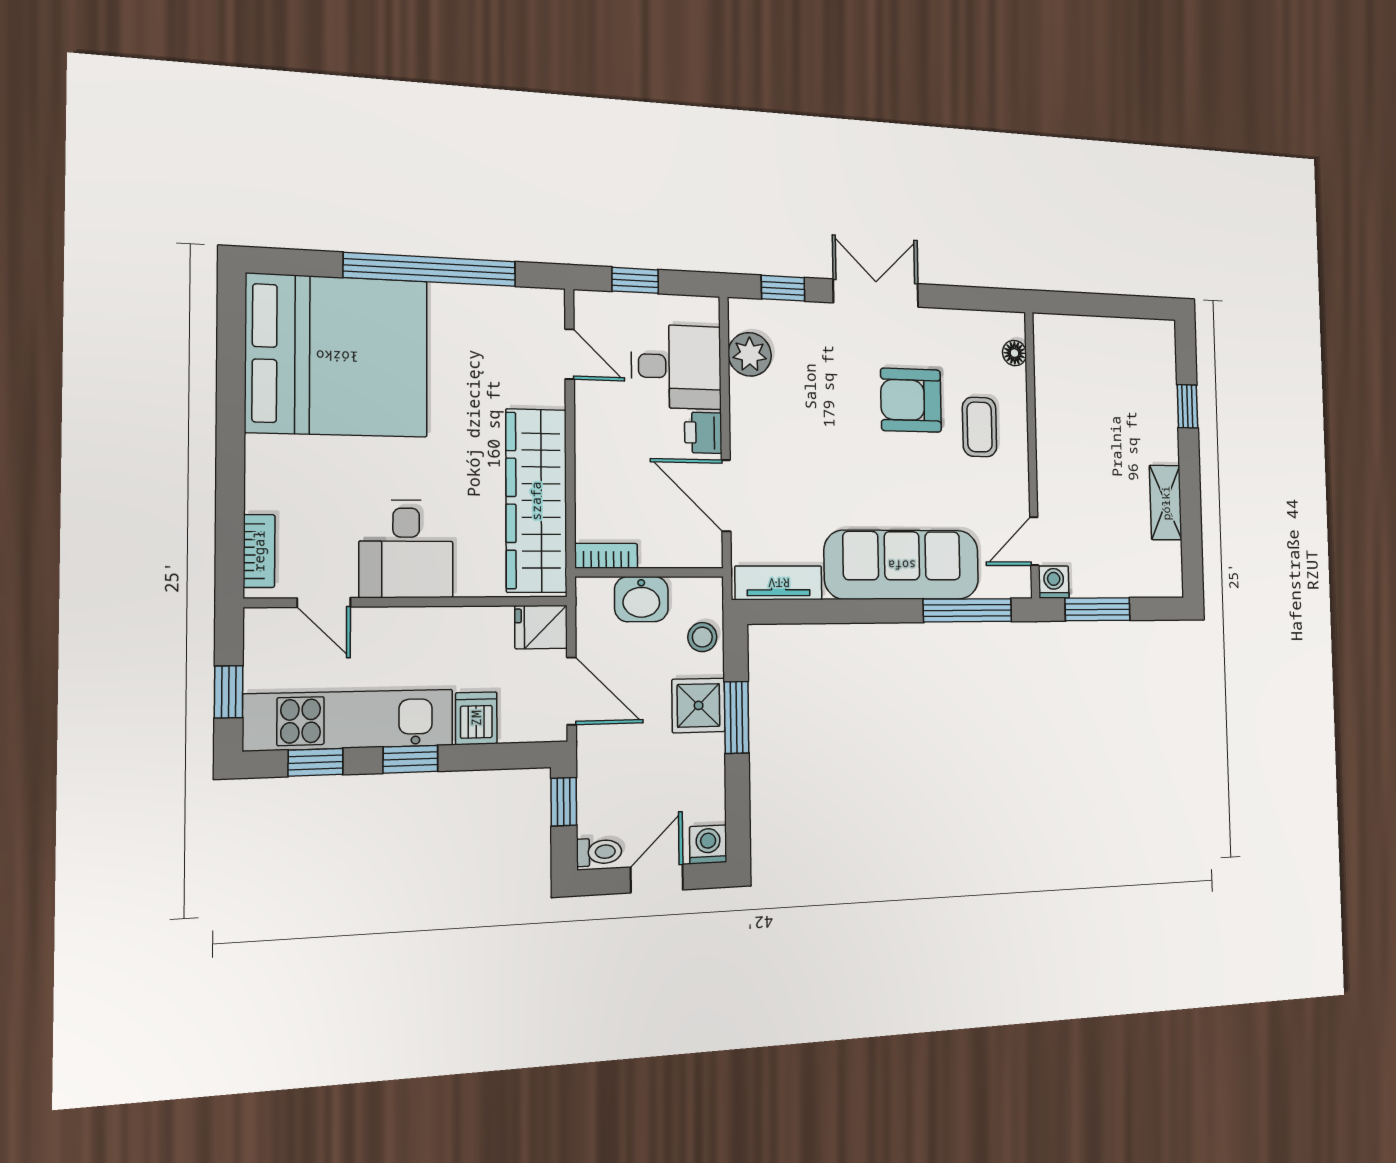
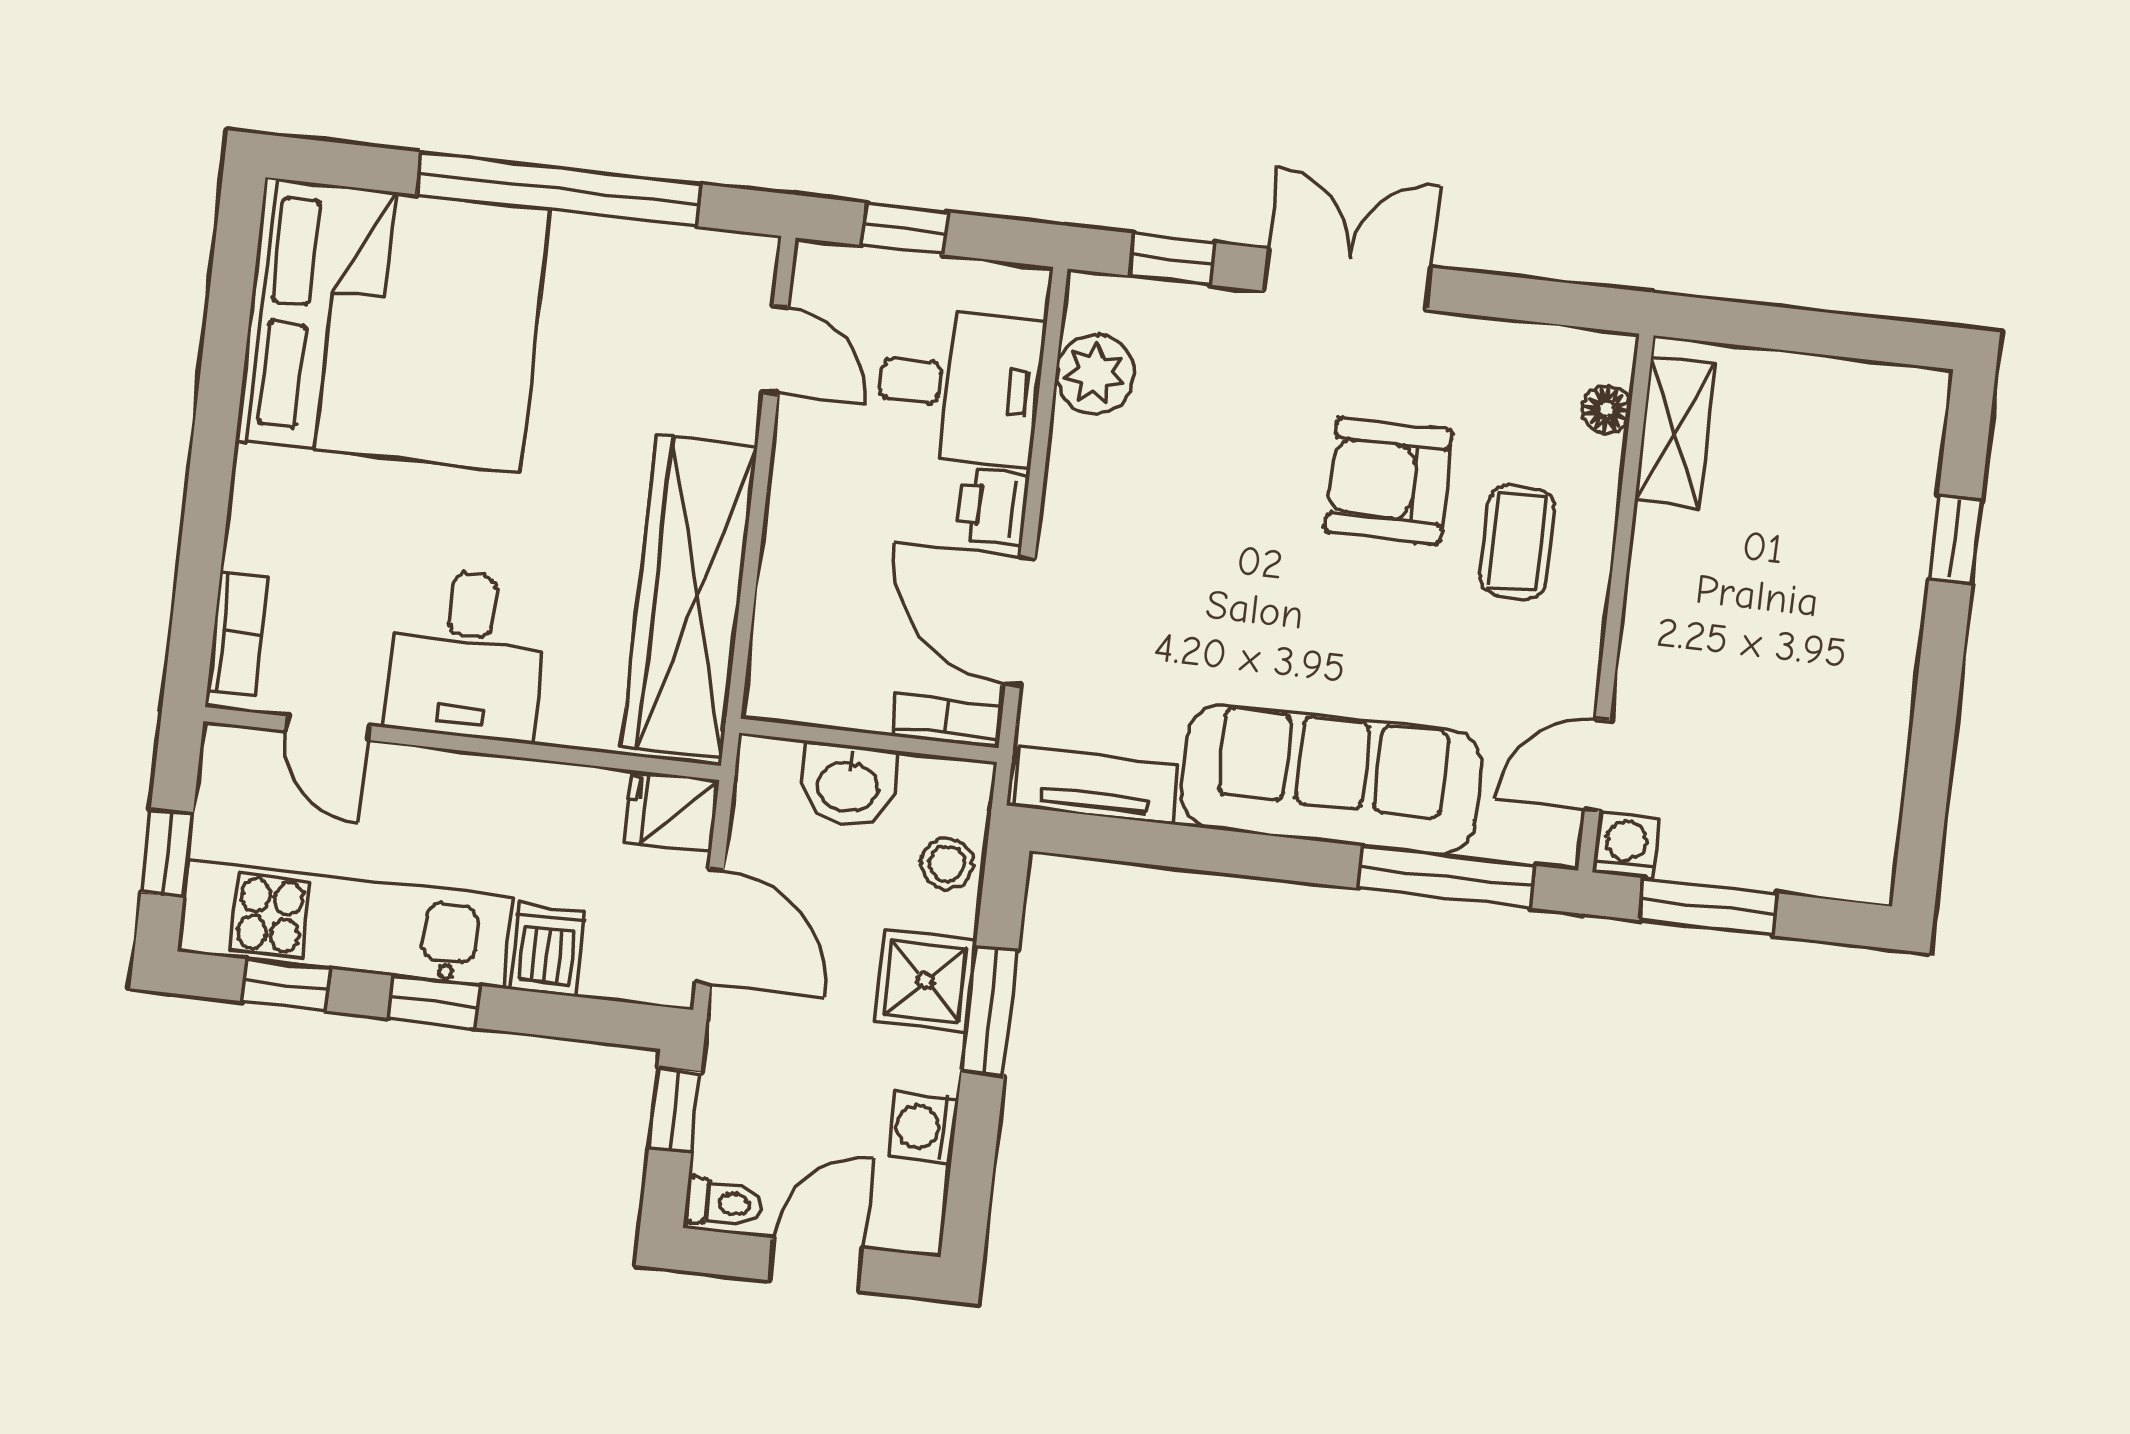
shelving: (1166, 503) -> (1675, 433), moved
bookcase: (606, 556) -> (948, 721), moved
washing machine: (708, 844) -> (923, 1127), moved, turned -90

